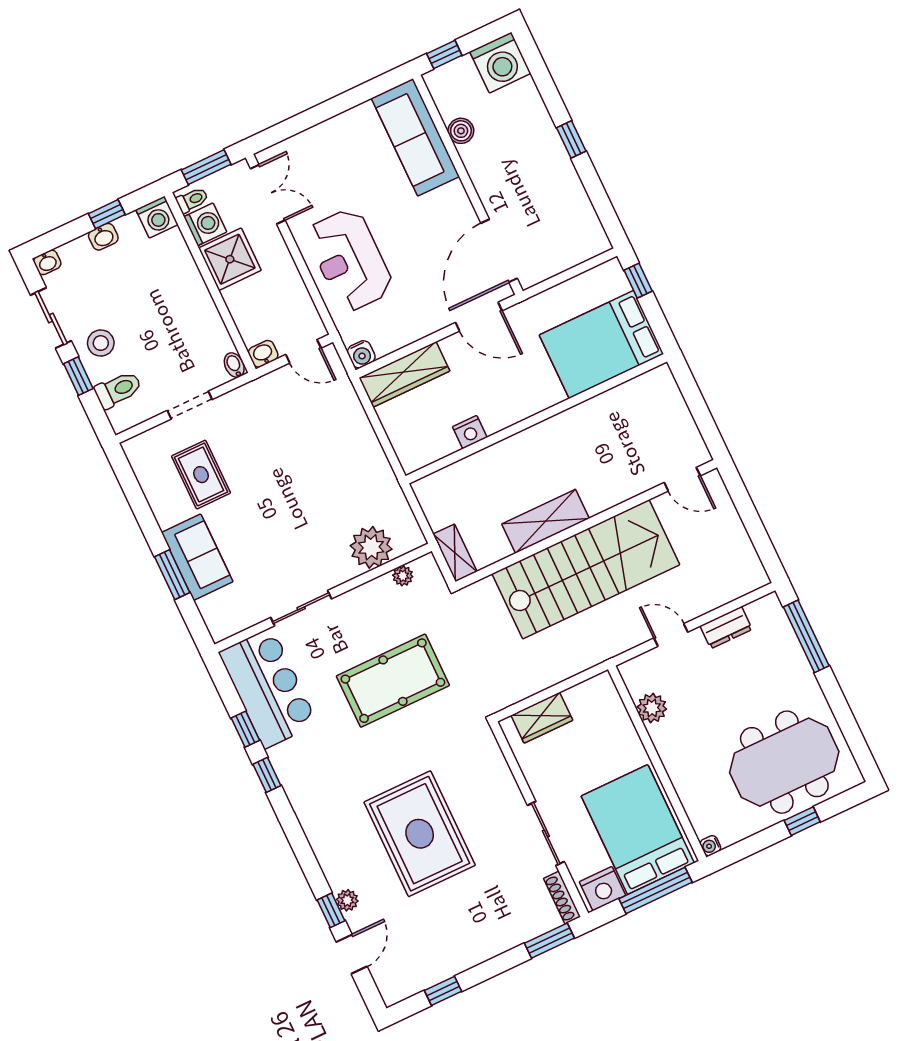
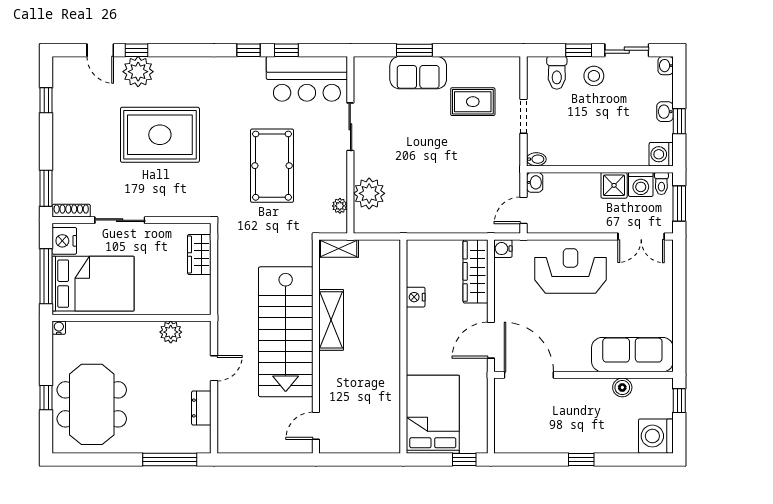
shower: (230, 259) -> (614, 185), width x0.73, depth x0.73
plant: (347, 900) -> (138, 72), width x1.87, depth x1.87

